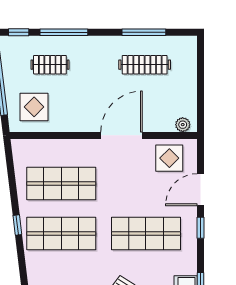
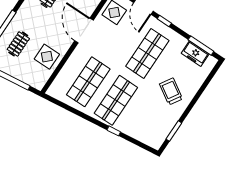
display table: (34, 107) -> (47, 57), moved
window: (17, 225) -> (114, 131), moved

